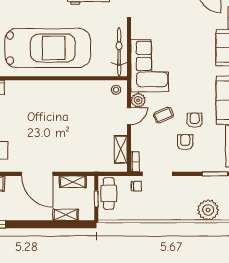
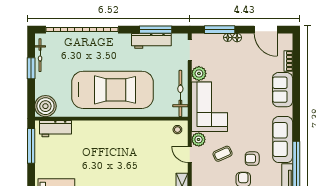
plant: (139, 31) -> (199, 73), added
door: (129, 116) -> (190, 155), swing flipped
armchair: (195, 120) -> (252, 159), turned -90

